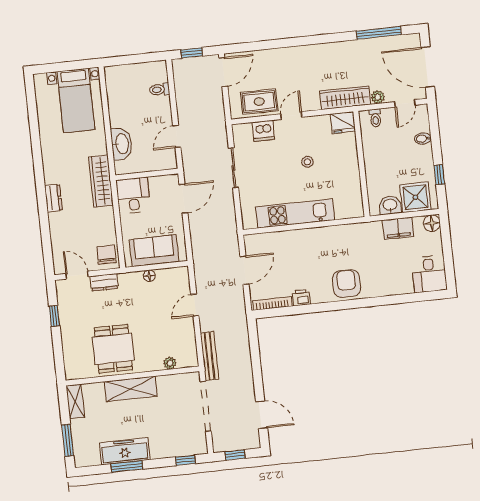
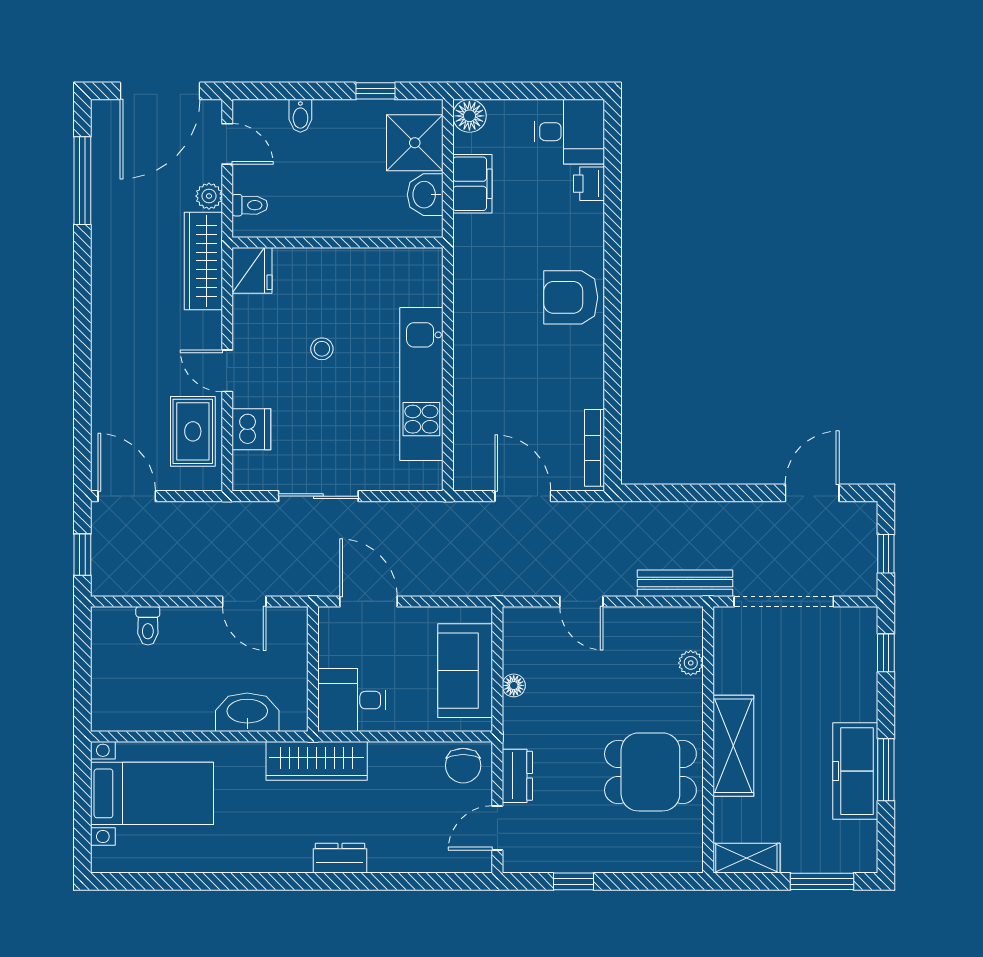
chair: (106, 255) -> (463, 766), turned -90
printer: (301, 298) -> (589, 184), moved

